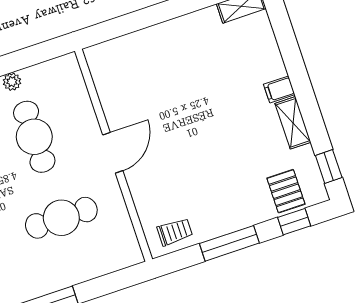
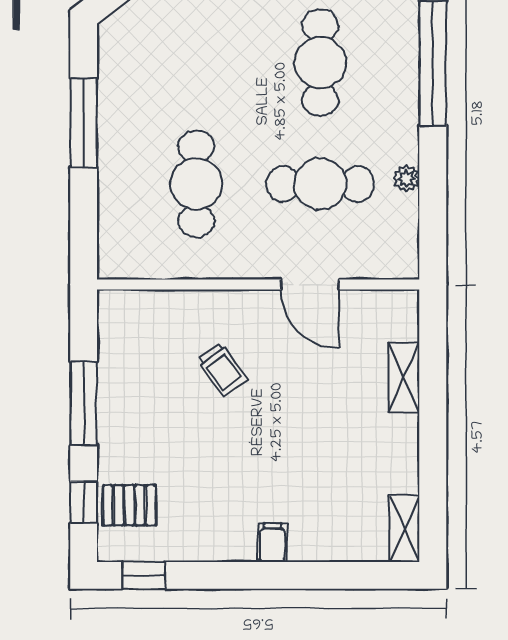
shelving: (293, 123) -> (404, 377), moved, turned 90
door: (113, 153) -> (310, 284), moved
trolley: (175, 232) -> (222, 369), moved, turned -36

